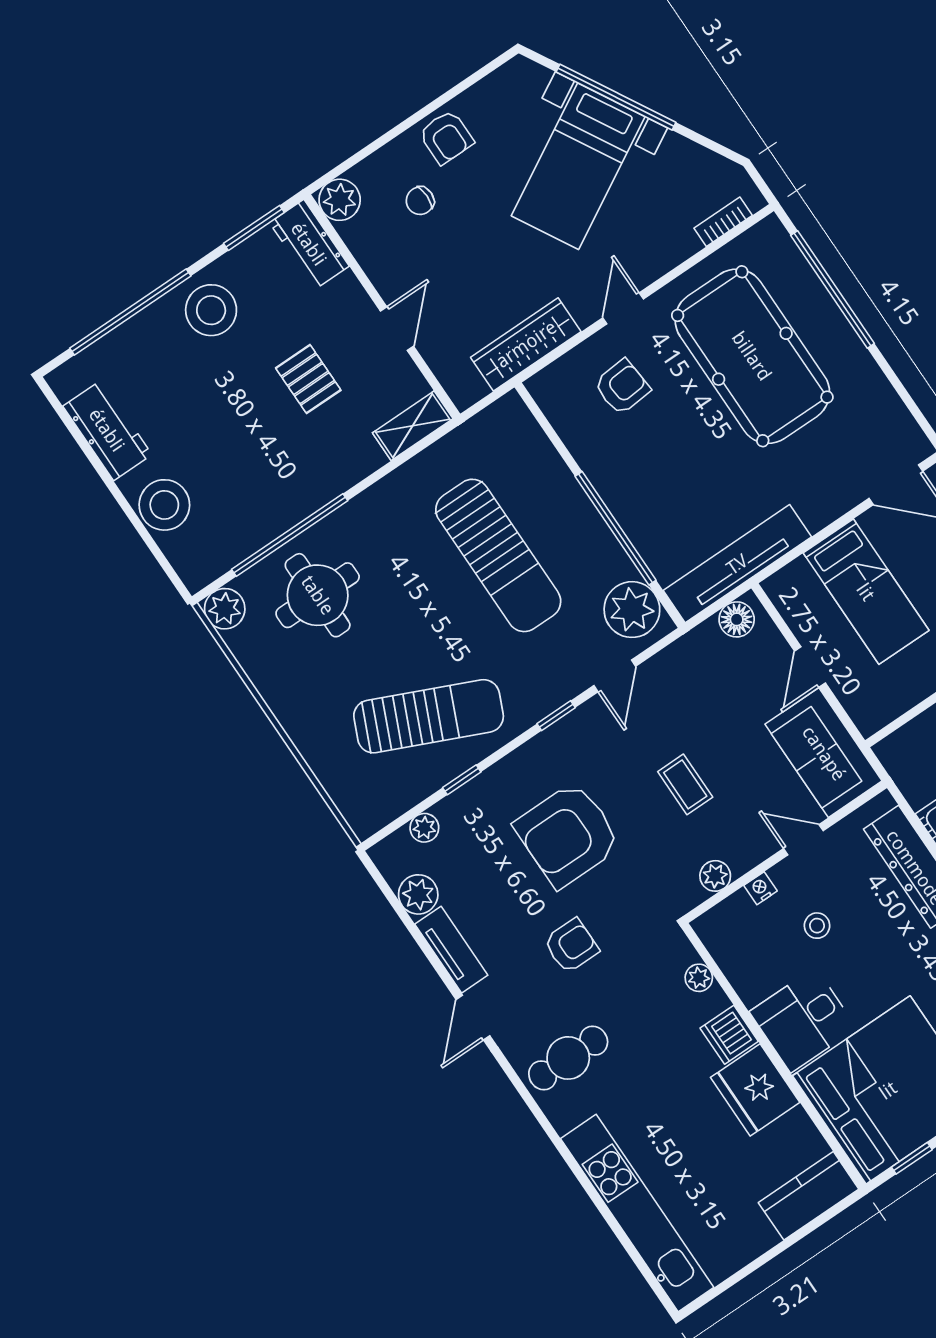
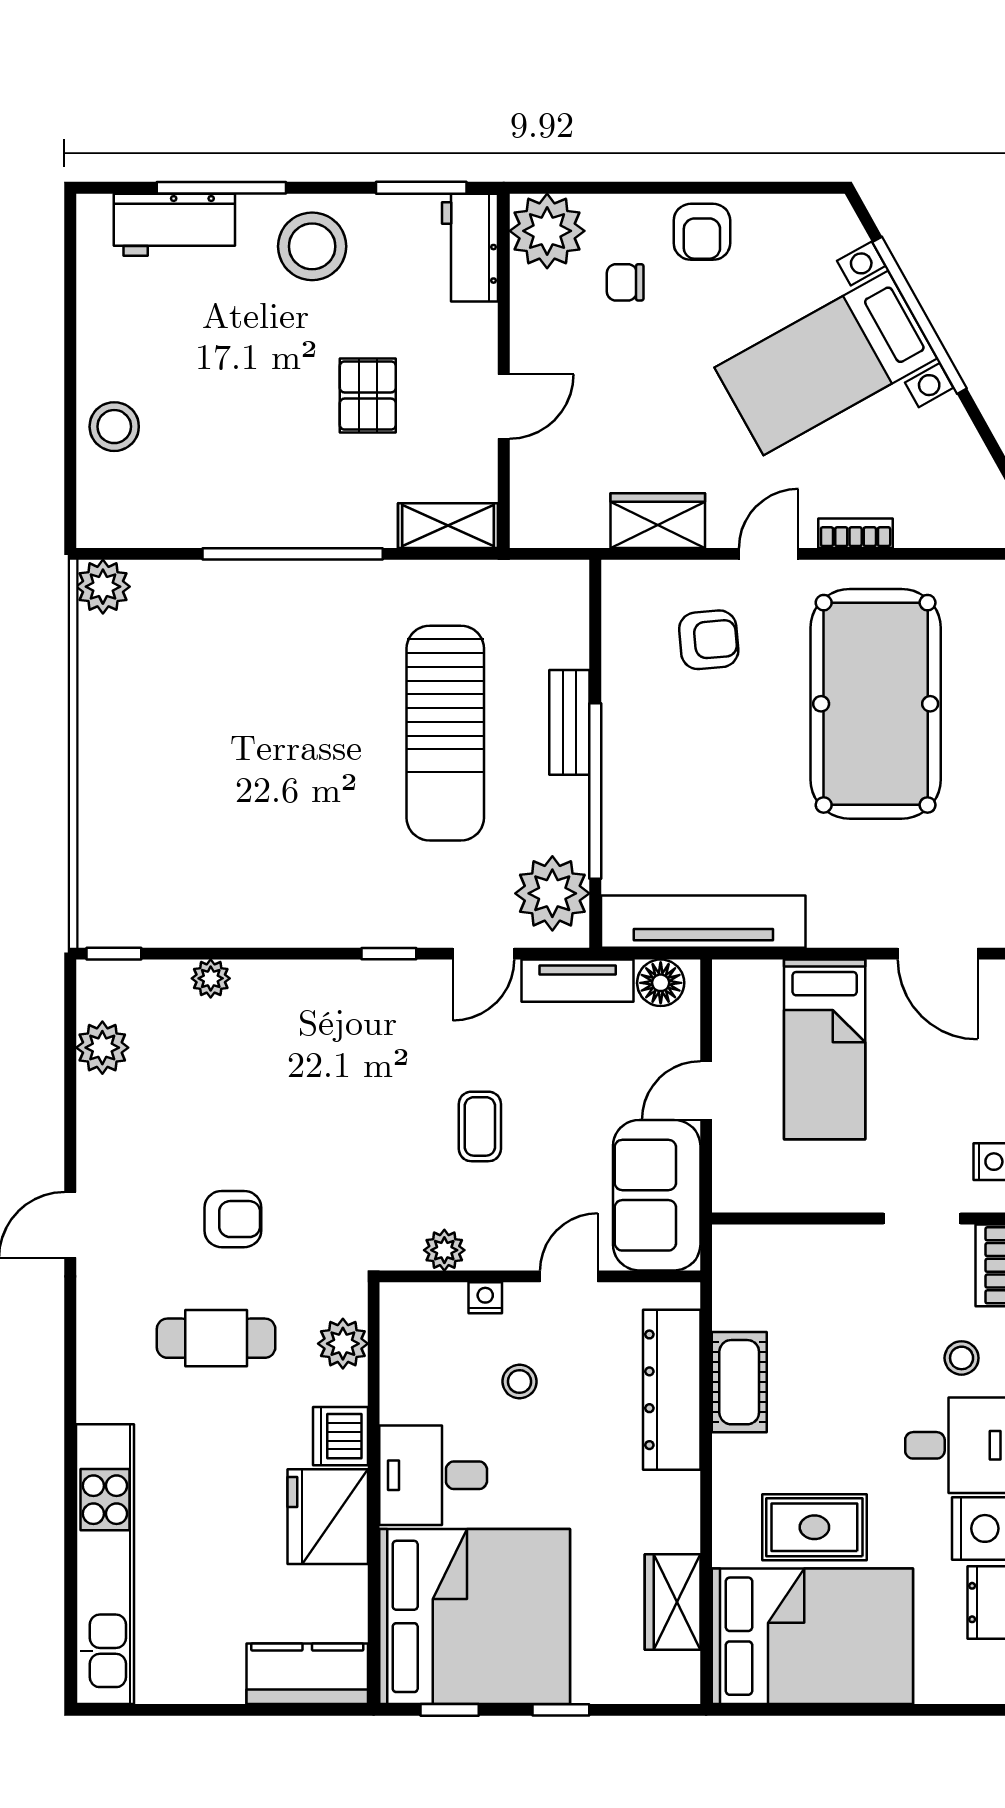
plant: (340, 200) -> (547, 231), width x1.36, depth x1.36
bookcase: (723, 222) -> (856, 533), moved
window: (130, 312) -> (221, 188), width x0.68
wardrobe: (526, 344) -> (658, 521), width x0.67
workbench: (107, 430) -> (174, 225), moved, turned 90
bench: (571, 497) -> (569, 722), added
stool: (164, 505) -> (114, 427), width x0.73, depth x0.73
window: (290, 535) -> (293, 554), moved
round table: (318, 595) -> (216, 641), removed
sun lounger: (429, 716) -> (247, 858), removed
window: (462, 780) -> (114, 954), moved
plant: (424, 828) -> (211, 978), moved
armchair: (568, 835) -> (312, 1094), removed
door: (803, 840) -> (569, 1276), hinge flipped
tv unit: (451, 950) -> (578, 981), moved, turned 90
plant: (699, 978) -> (343, 1344), width x1.38, depth x1.38
cafe table: (568, 1058) -> (216, 1338), moved

